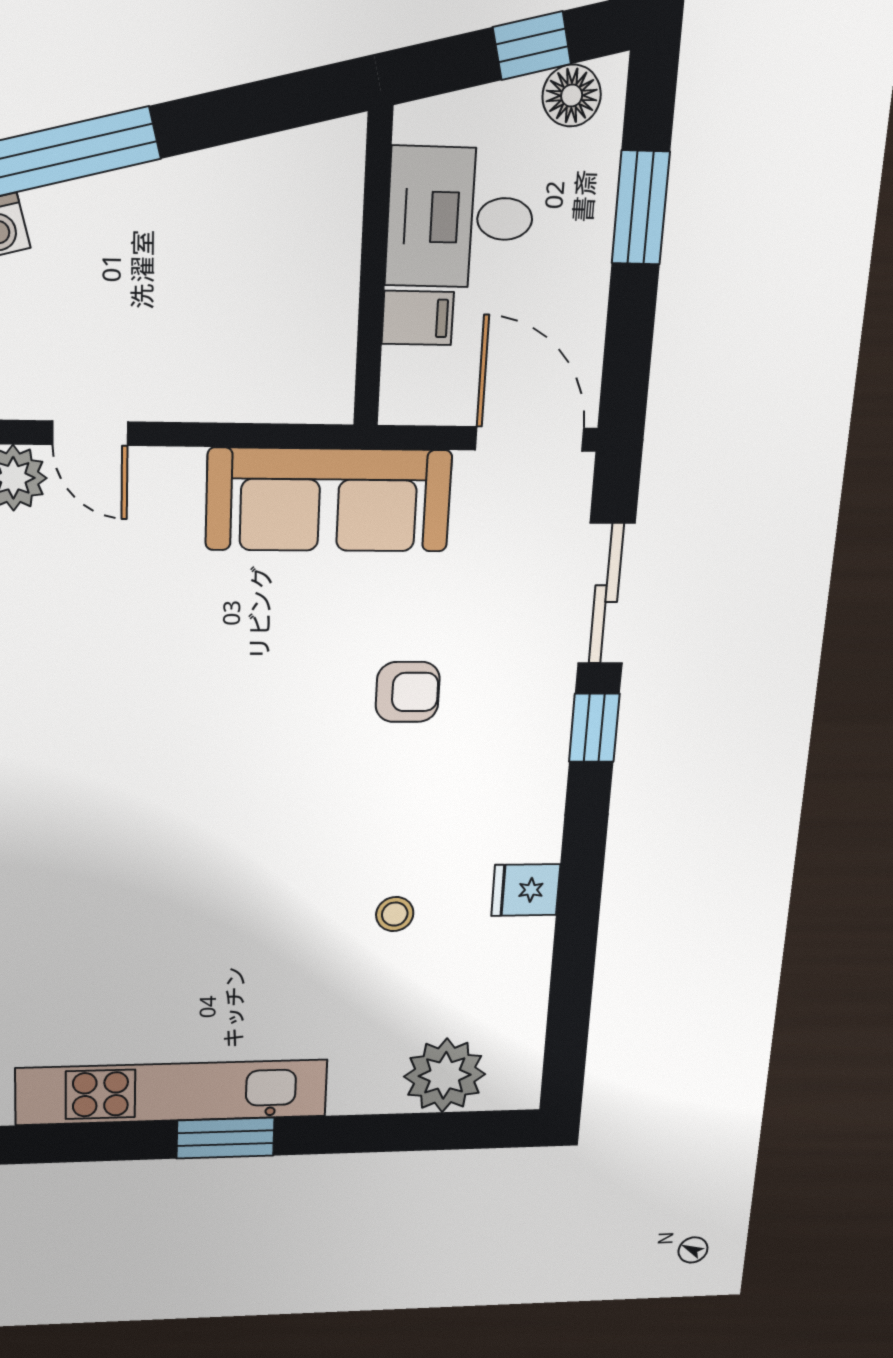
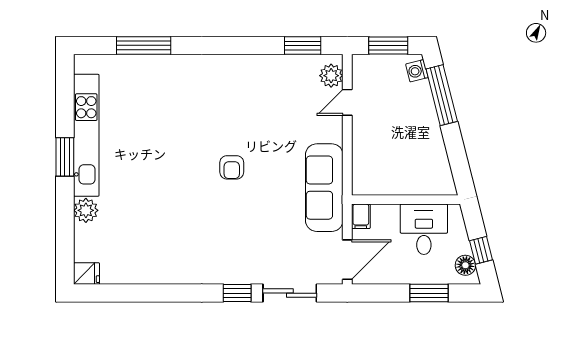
filing cabinet: (418, 318) -> (361, 216), moved
armchair: (408, 692) -> (232, 167), moved
fridge: (526, 890) -> (87, 273), moved, turned 90
stool: (395, 914) -> (161, 220), removed
plant: (445, 1075) -> (86, 210), moved, width x0.73, depth x0.73

